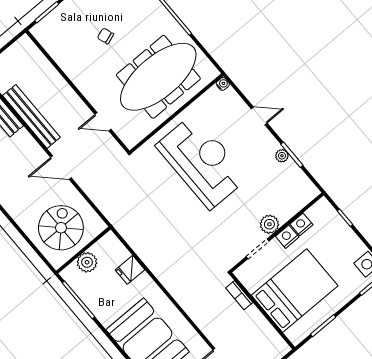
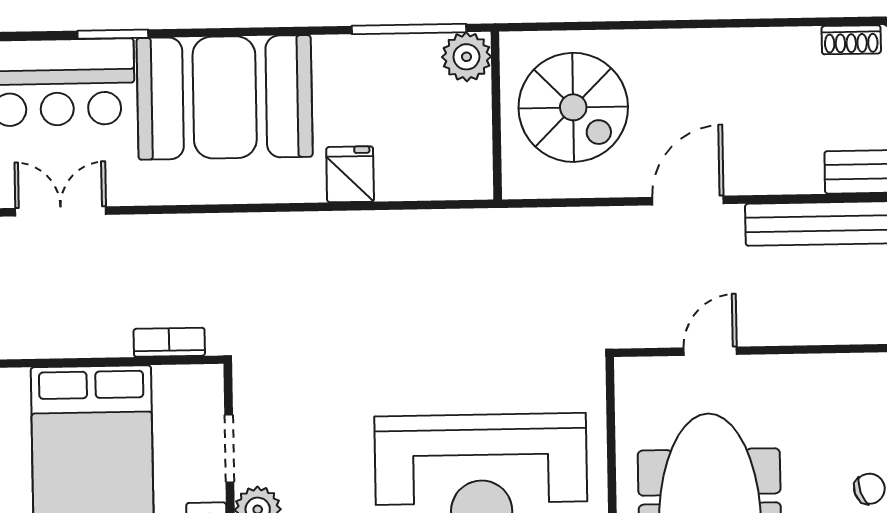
plant: (87, 262) -> (466, 57), moved
fridge: (130, 270) -> (350, 174), moved

